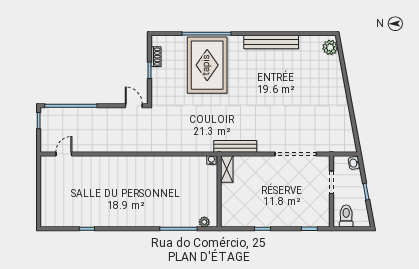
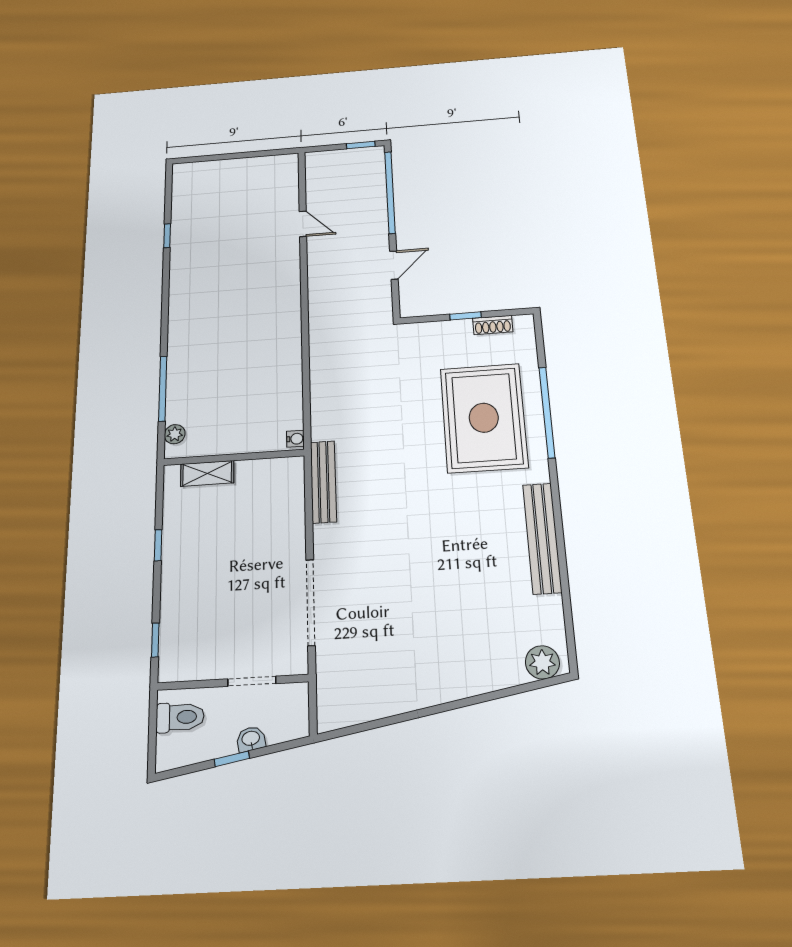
rug: (207, 65) -> (484, 418), turned 90
door: (134, 106) -> (394, 265), moved
door: (64, 154) -> (303, 224), moved
washbasin: (354, 163) -> (251, 739), moved
shelving: (227, 169) -> (207, 473), moved

